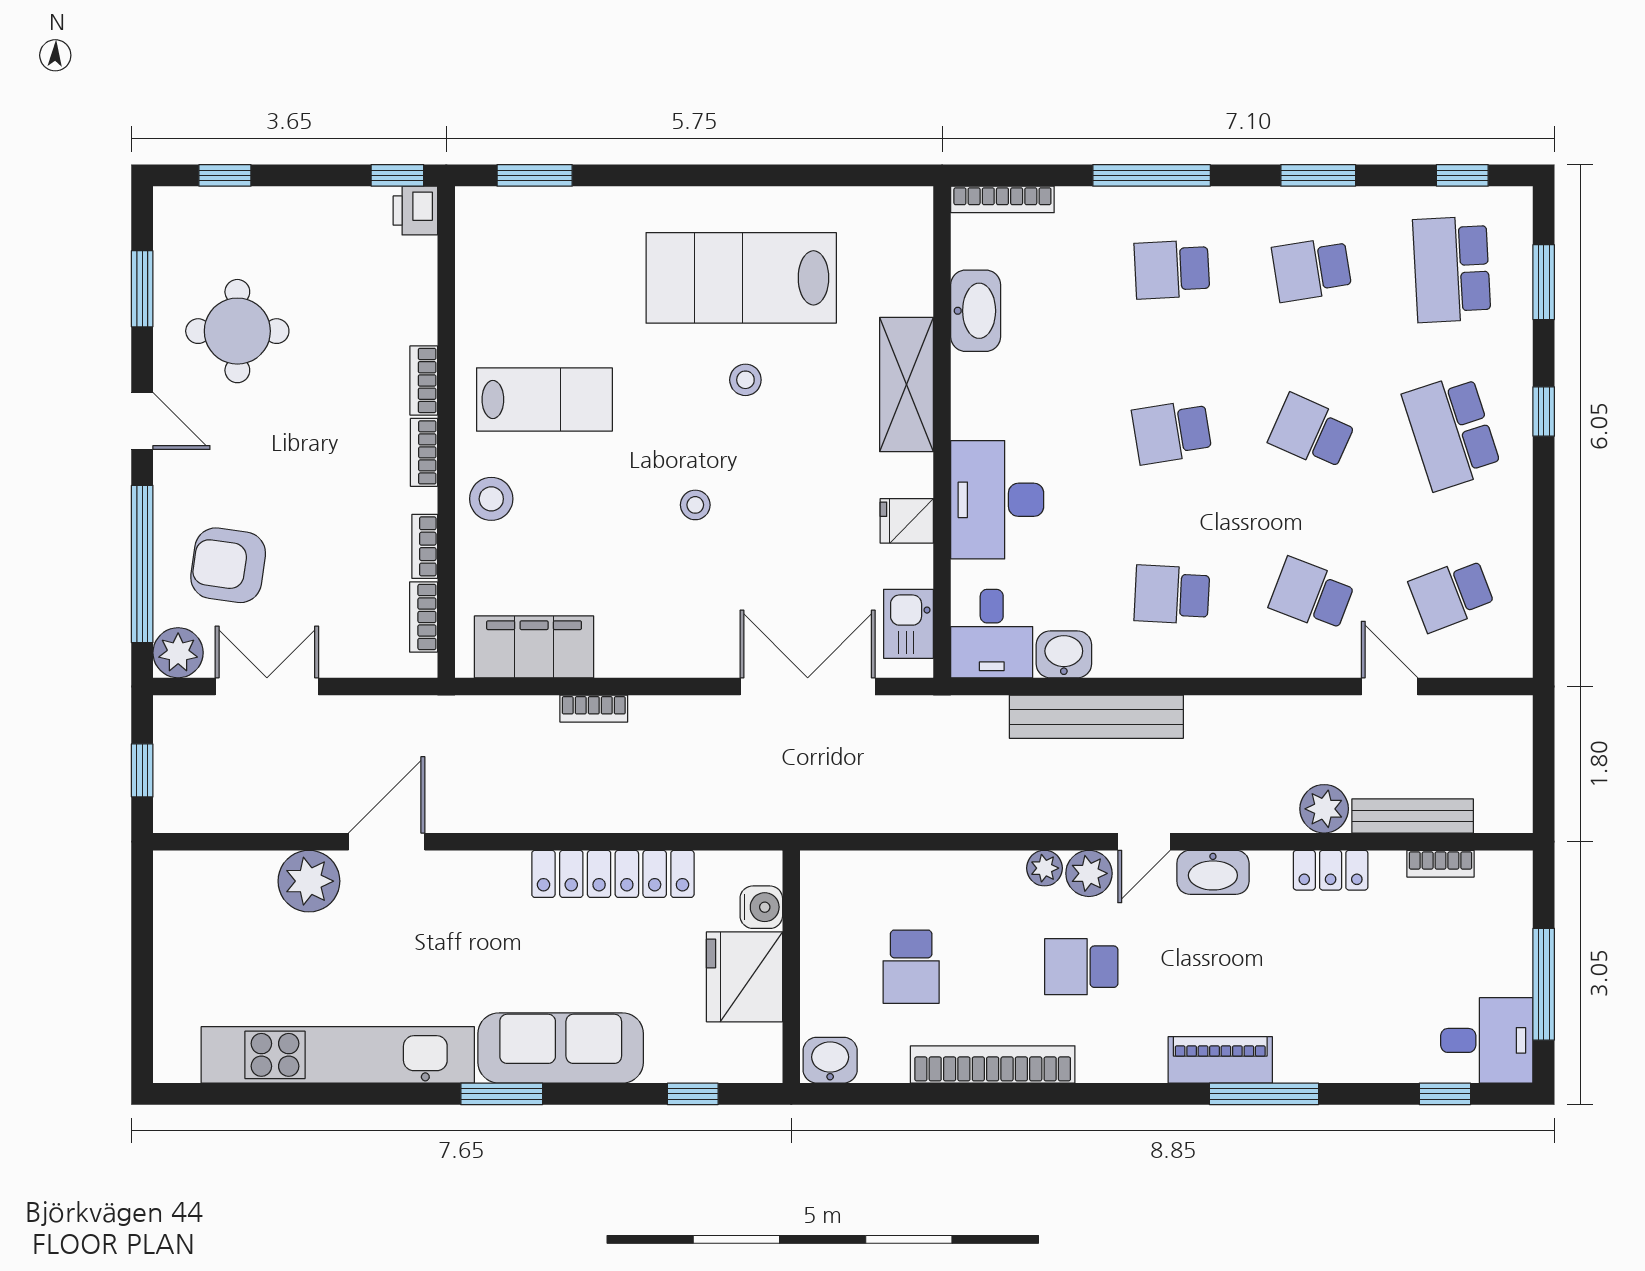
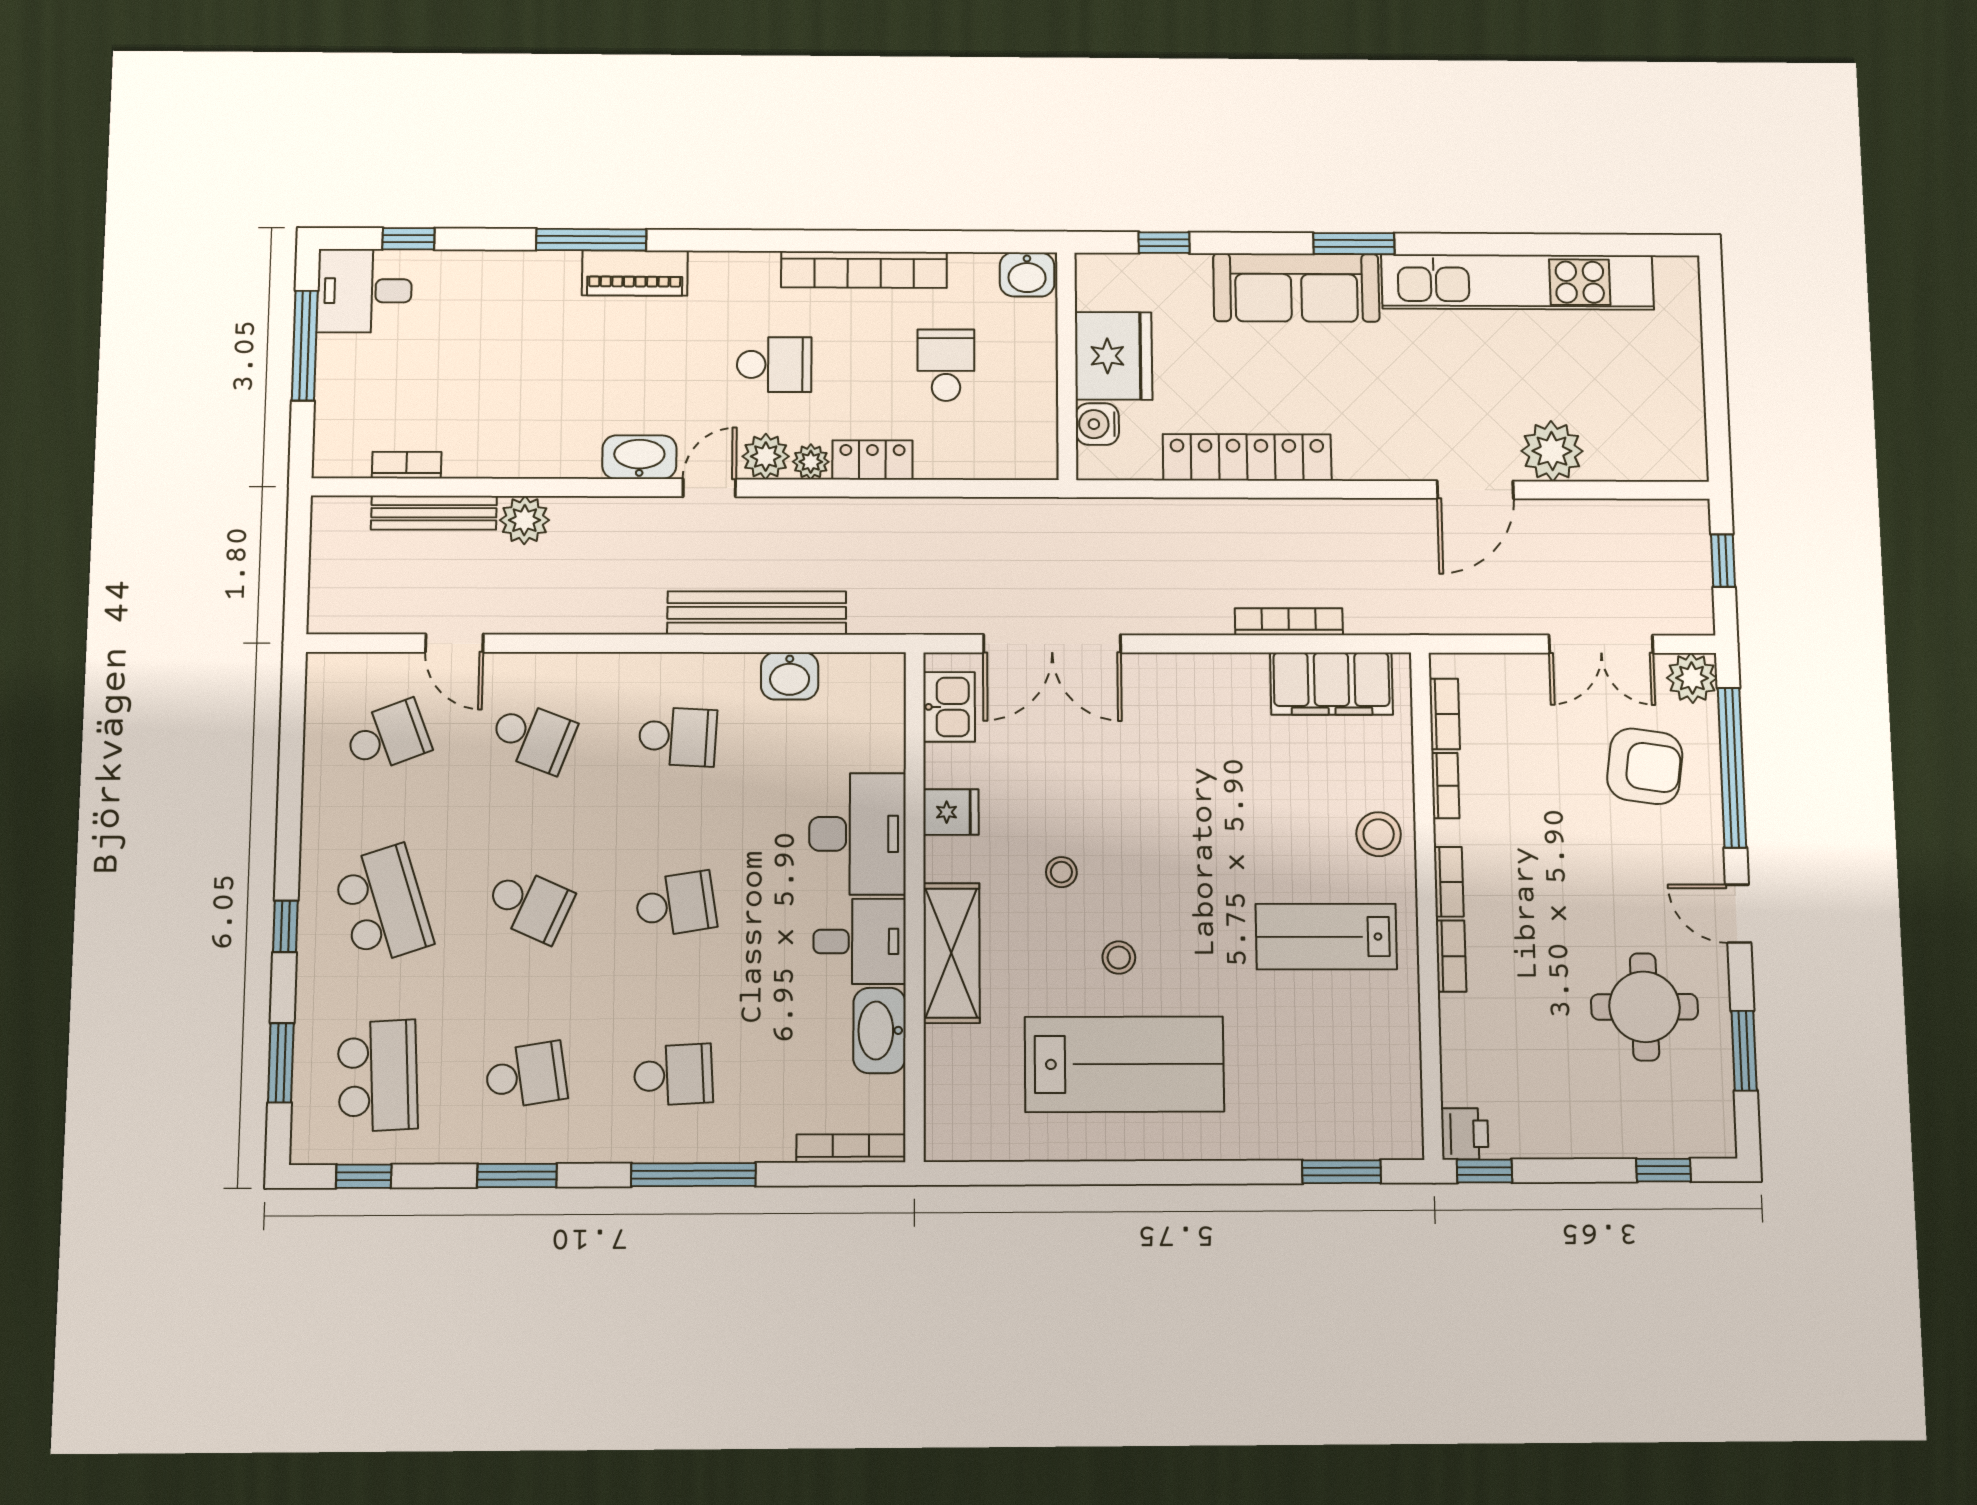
stool: (695, 505) -> (1061, 872), moved
desk: (992, 634) -> (860, 941), moved, turned 90
bookcase: (594, 709) -> (1289, 622), width x1.56
locker: (1331, 870) -> (872, 460), moved

